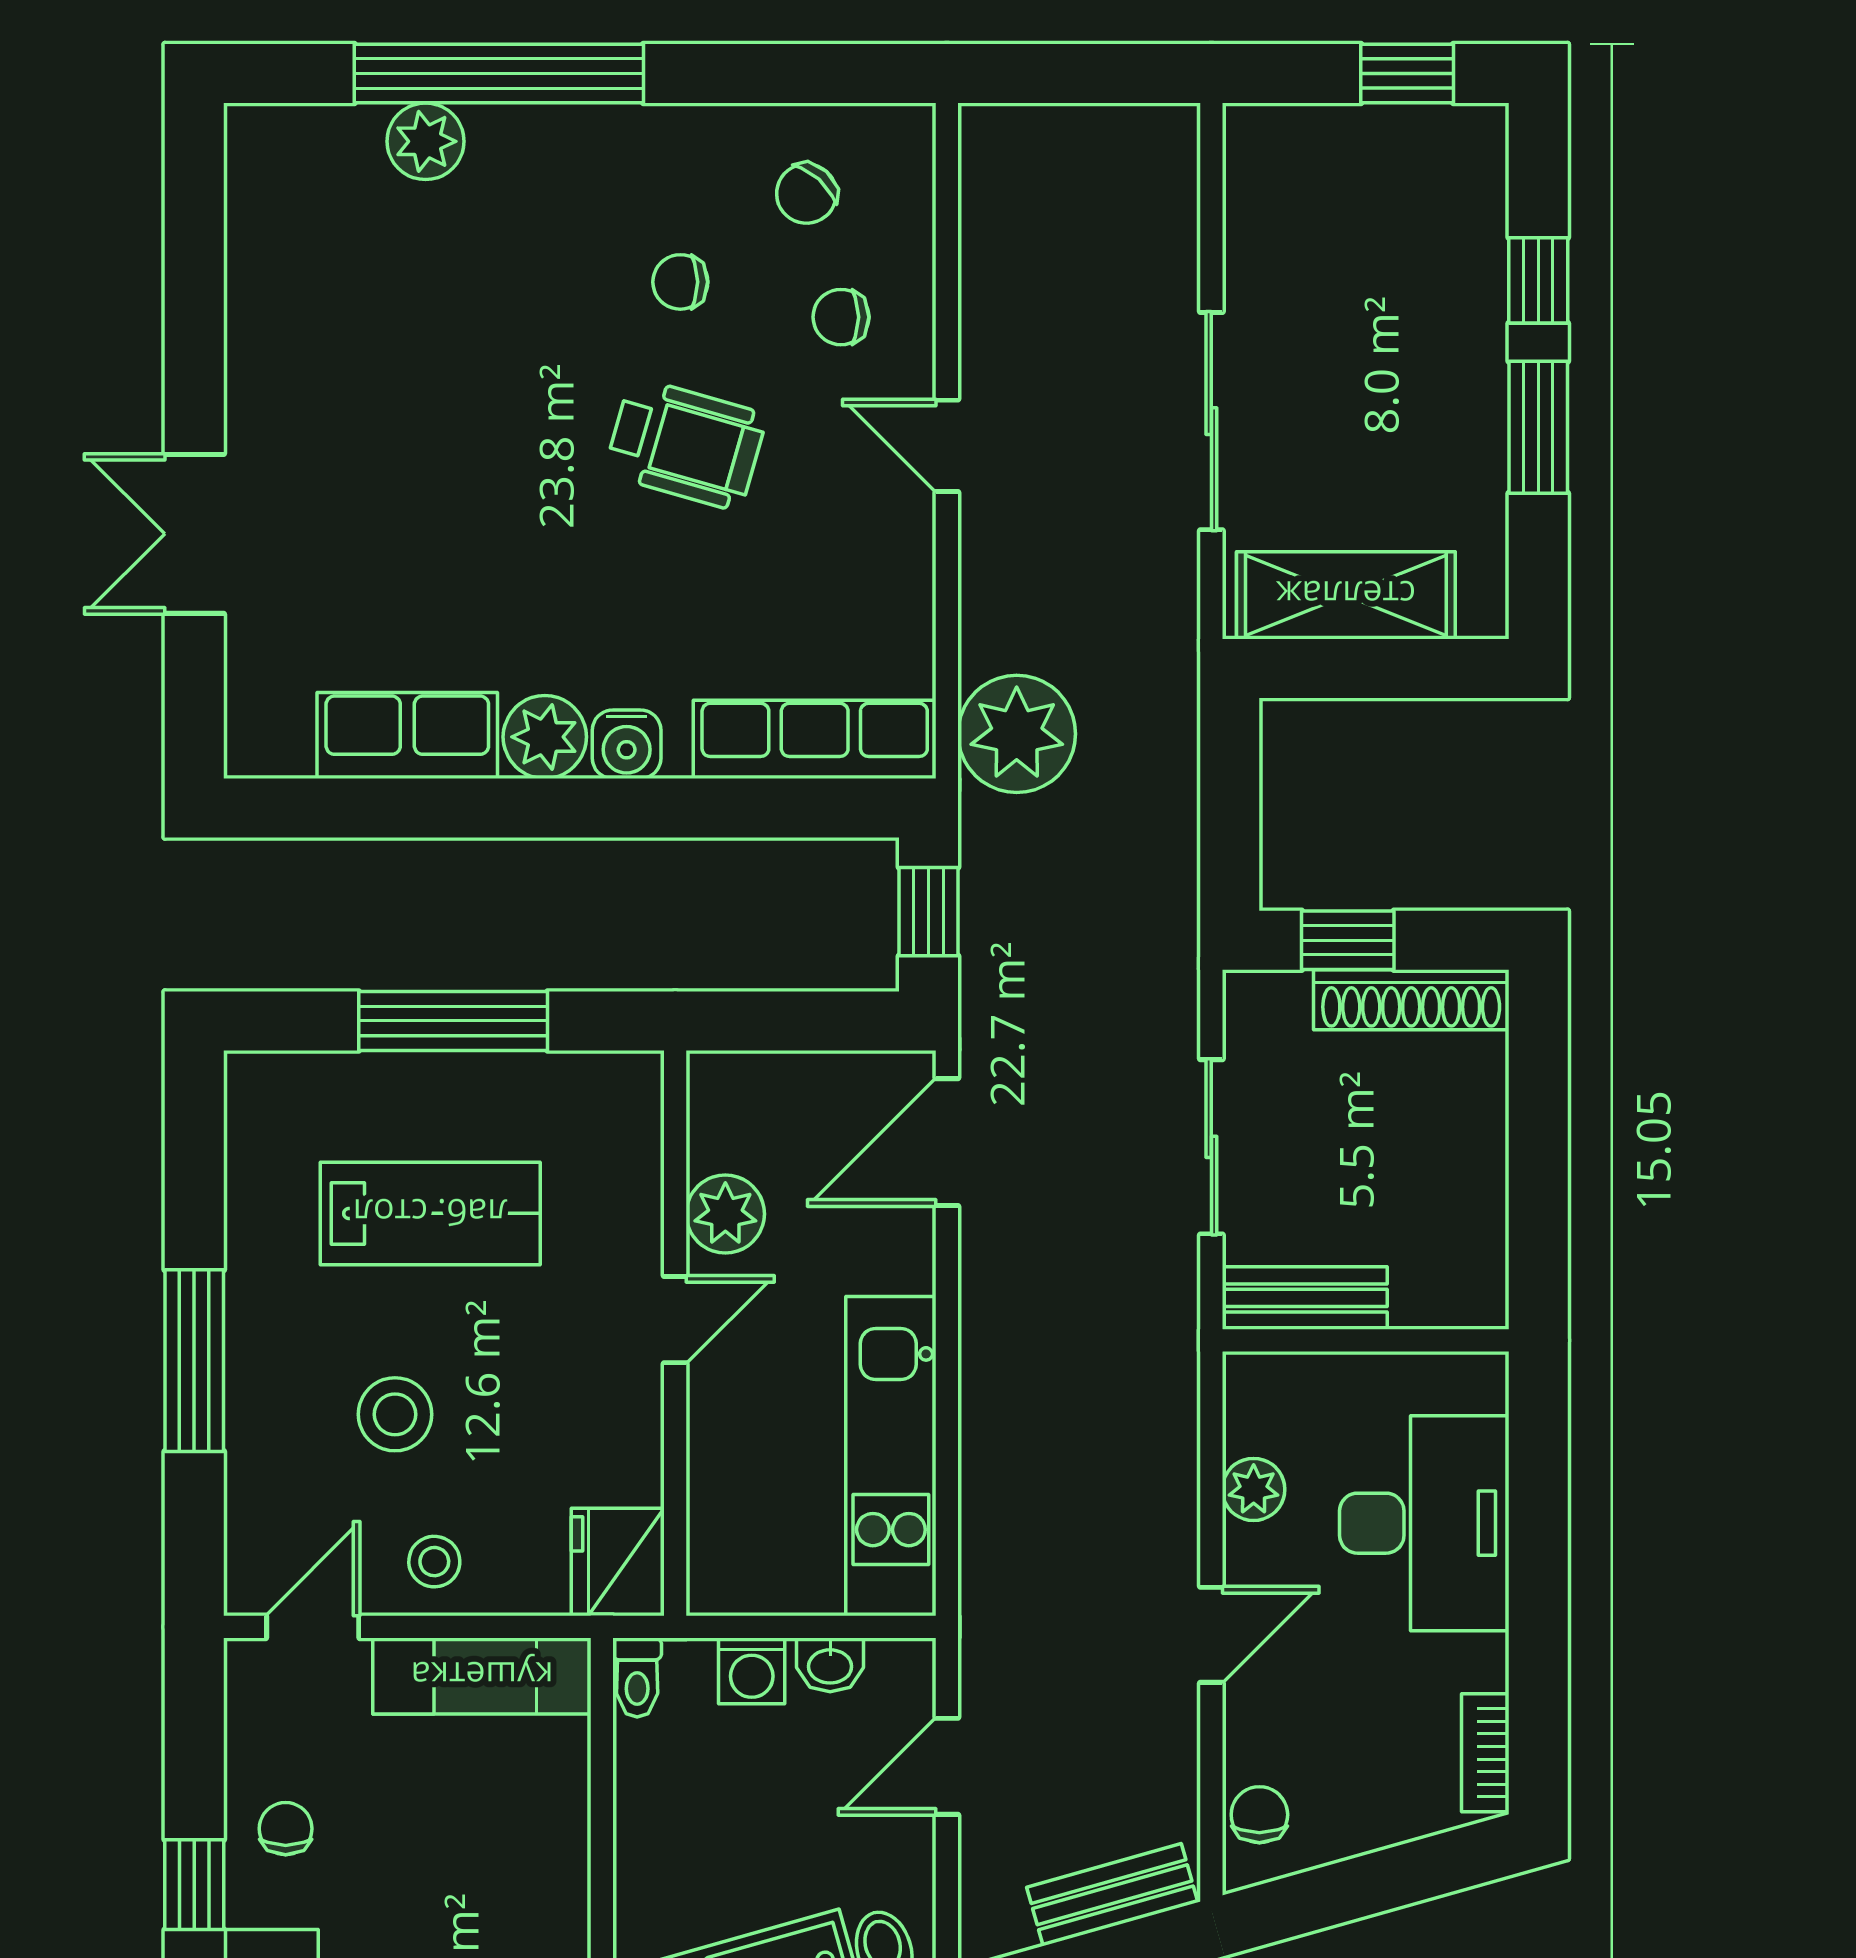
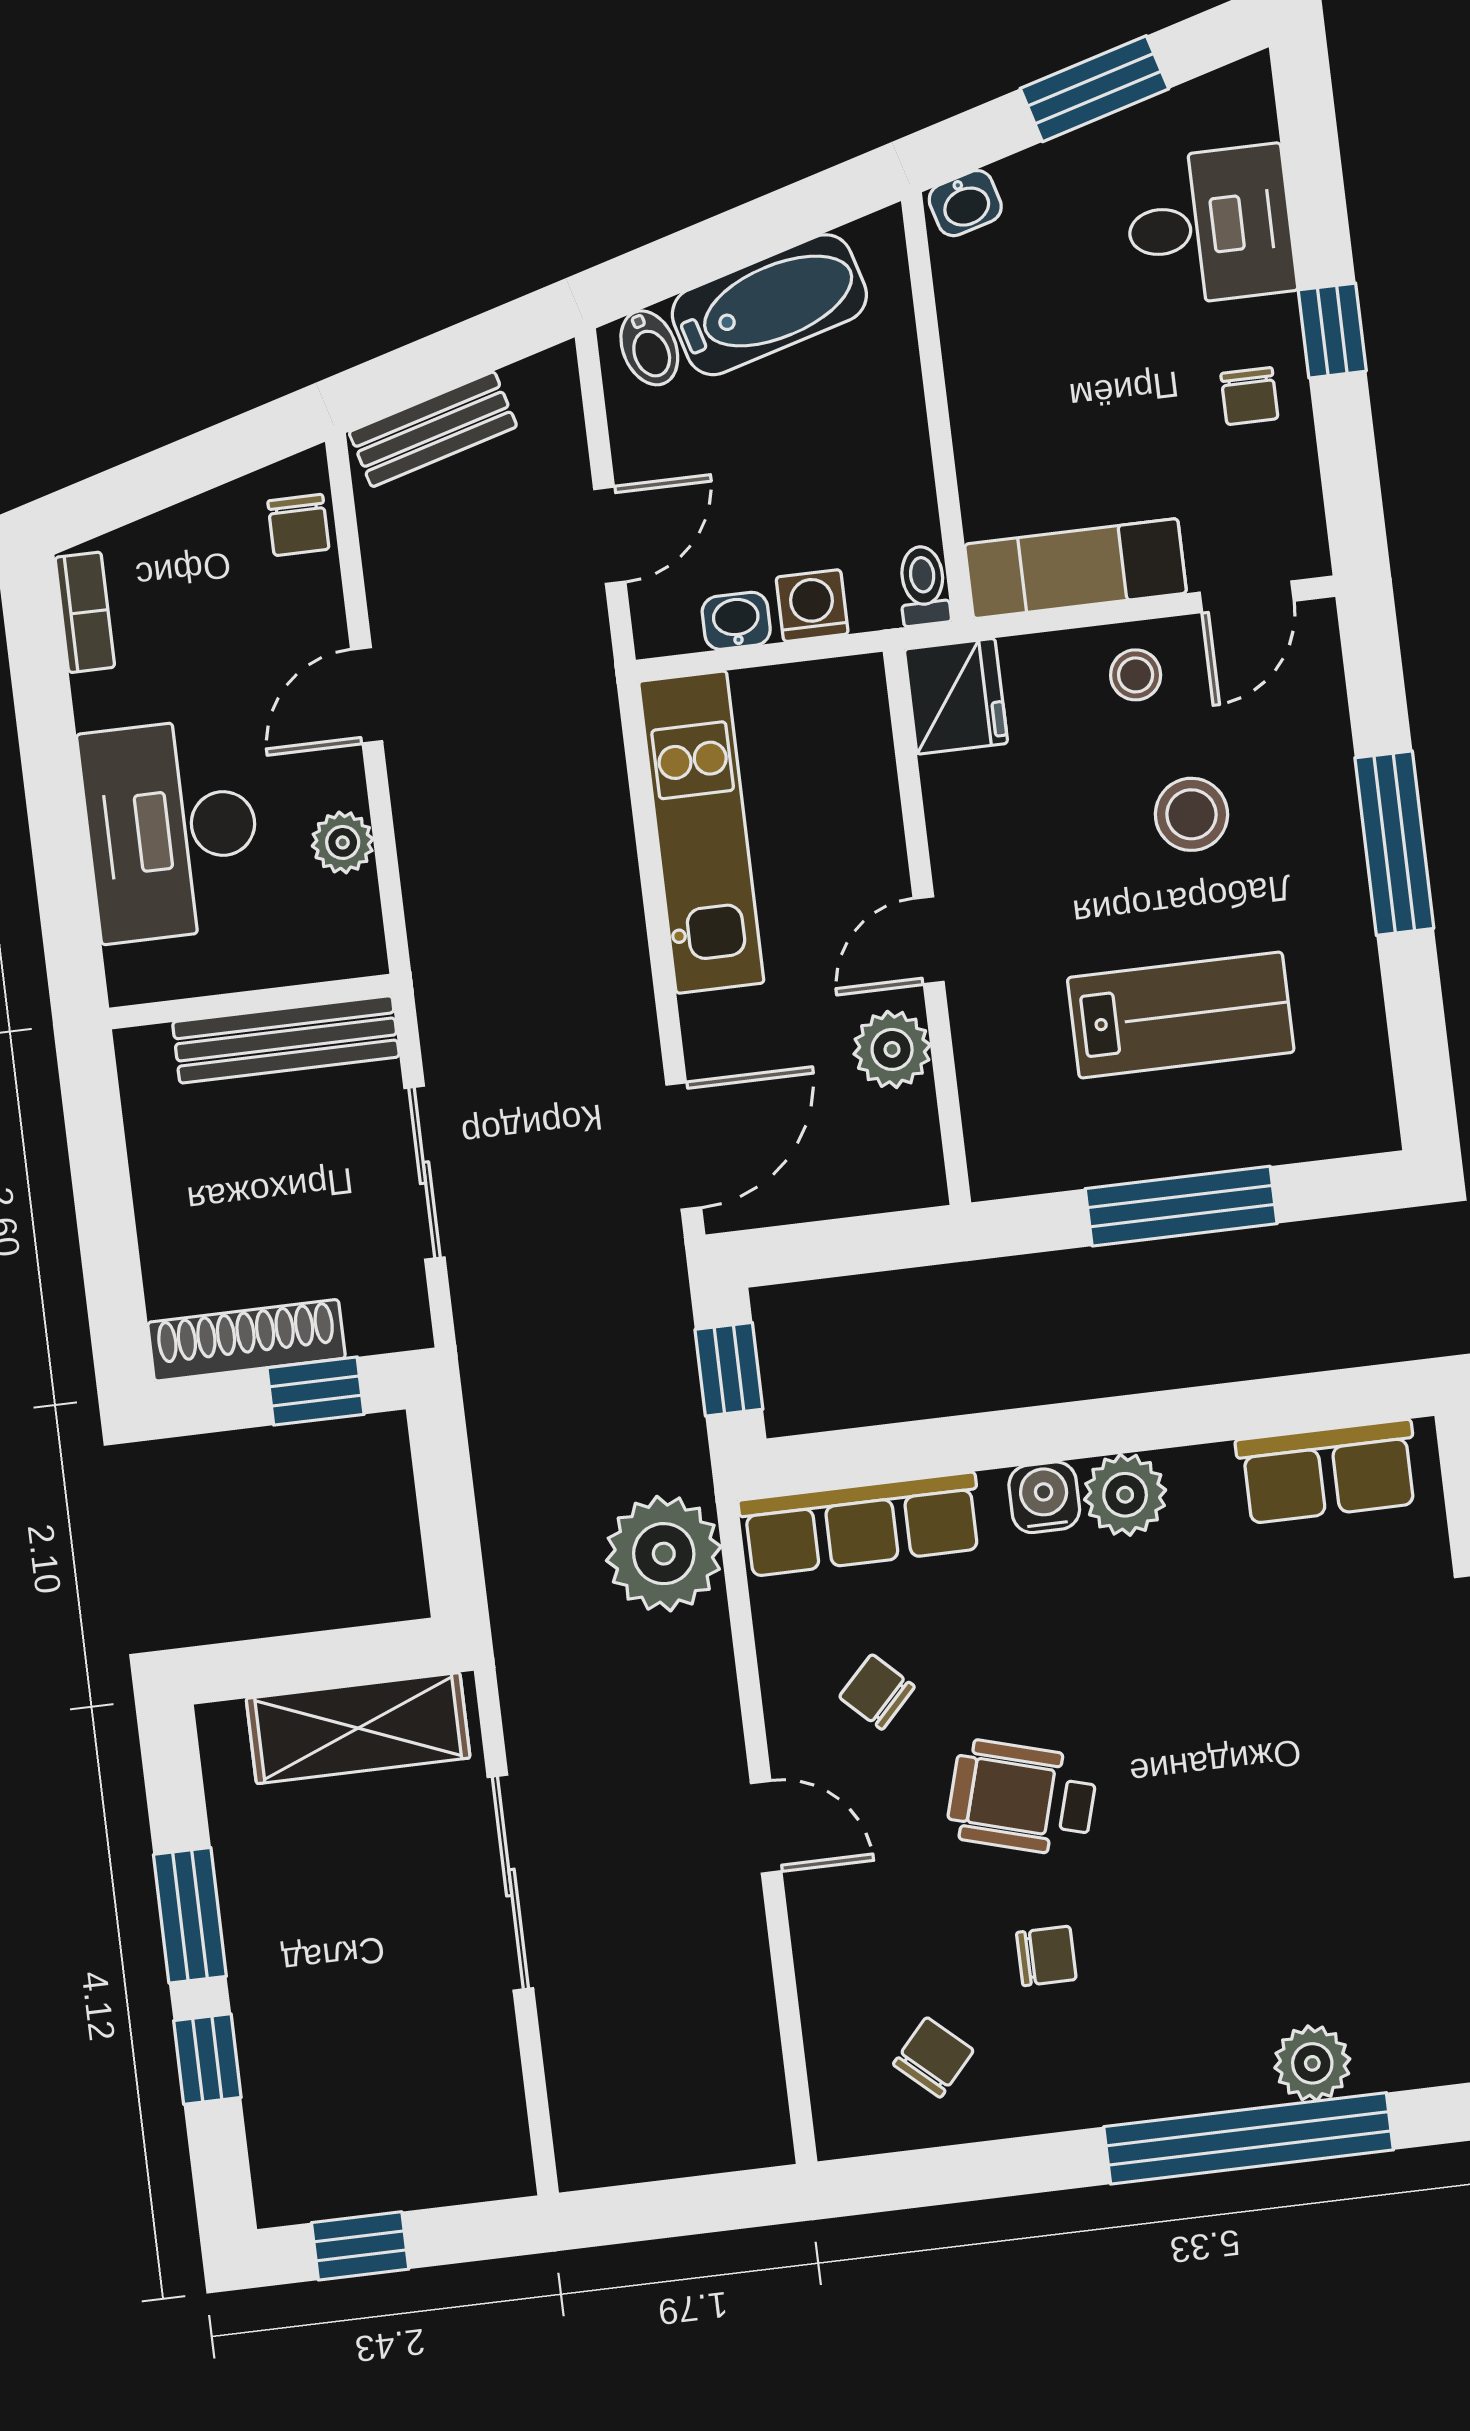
chair: (841, 317) -> (877, 1692), moved, turned -136
row of seats: (407, 735) -> (1328, 1472), moved
lab bench: (430, 1213) -> (1181, 1015), turned 180
bench: (1305, 1298) -> (286, 1039), width x1.36

